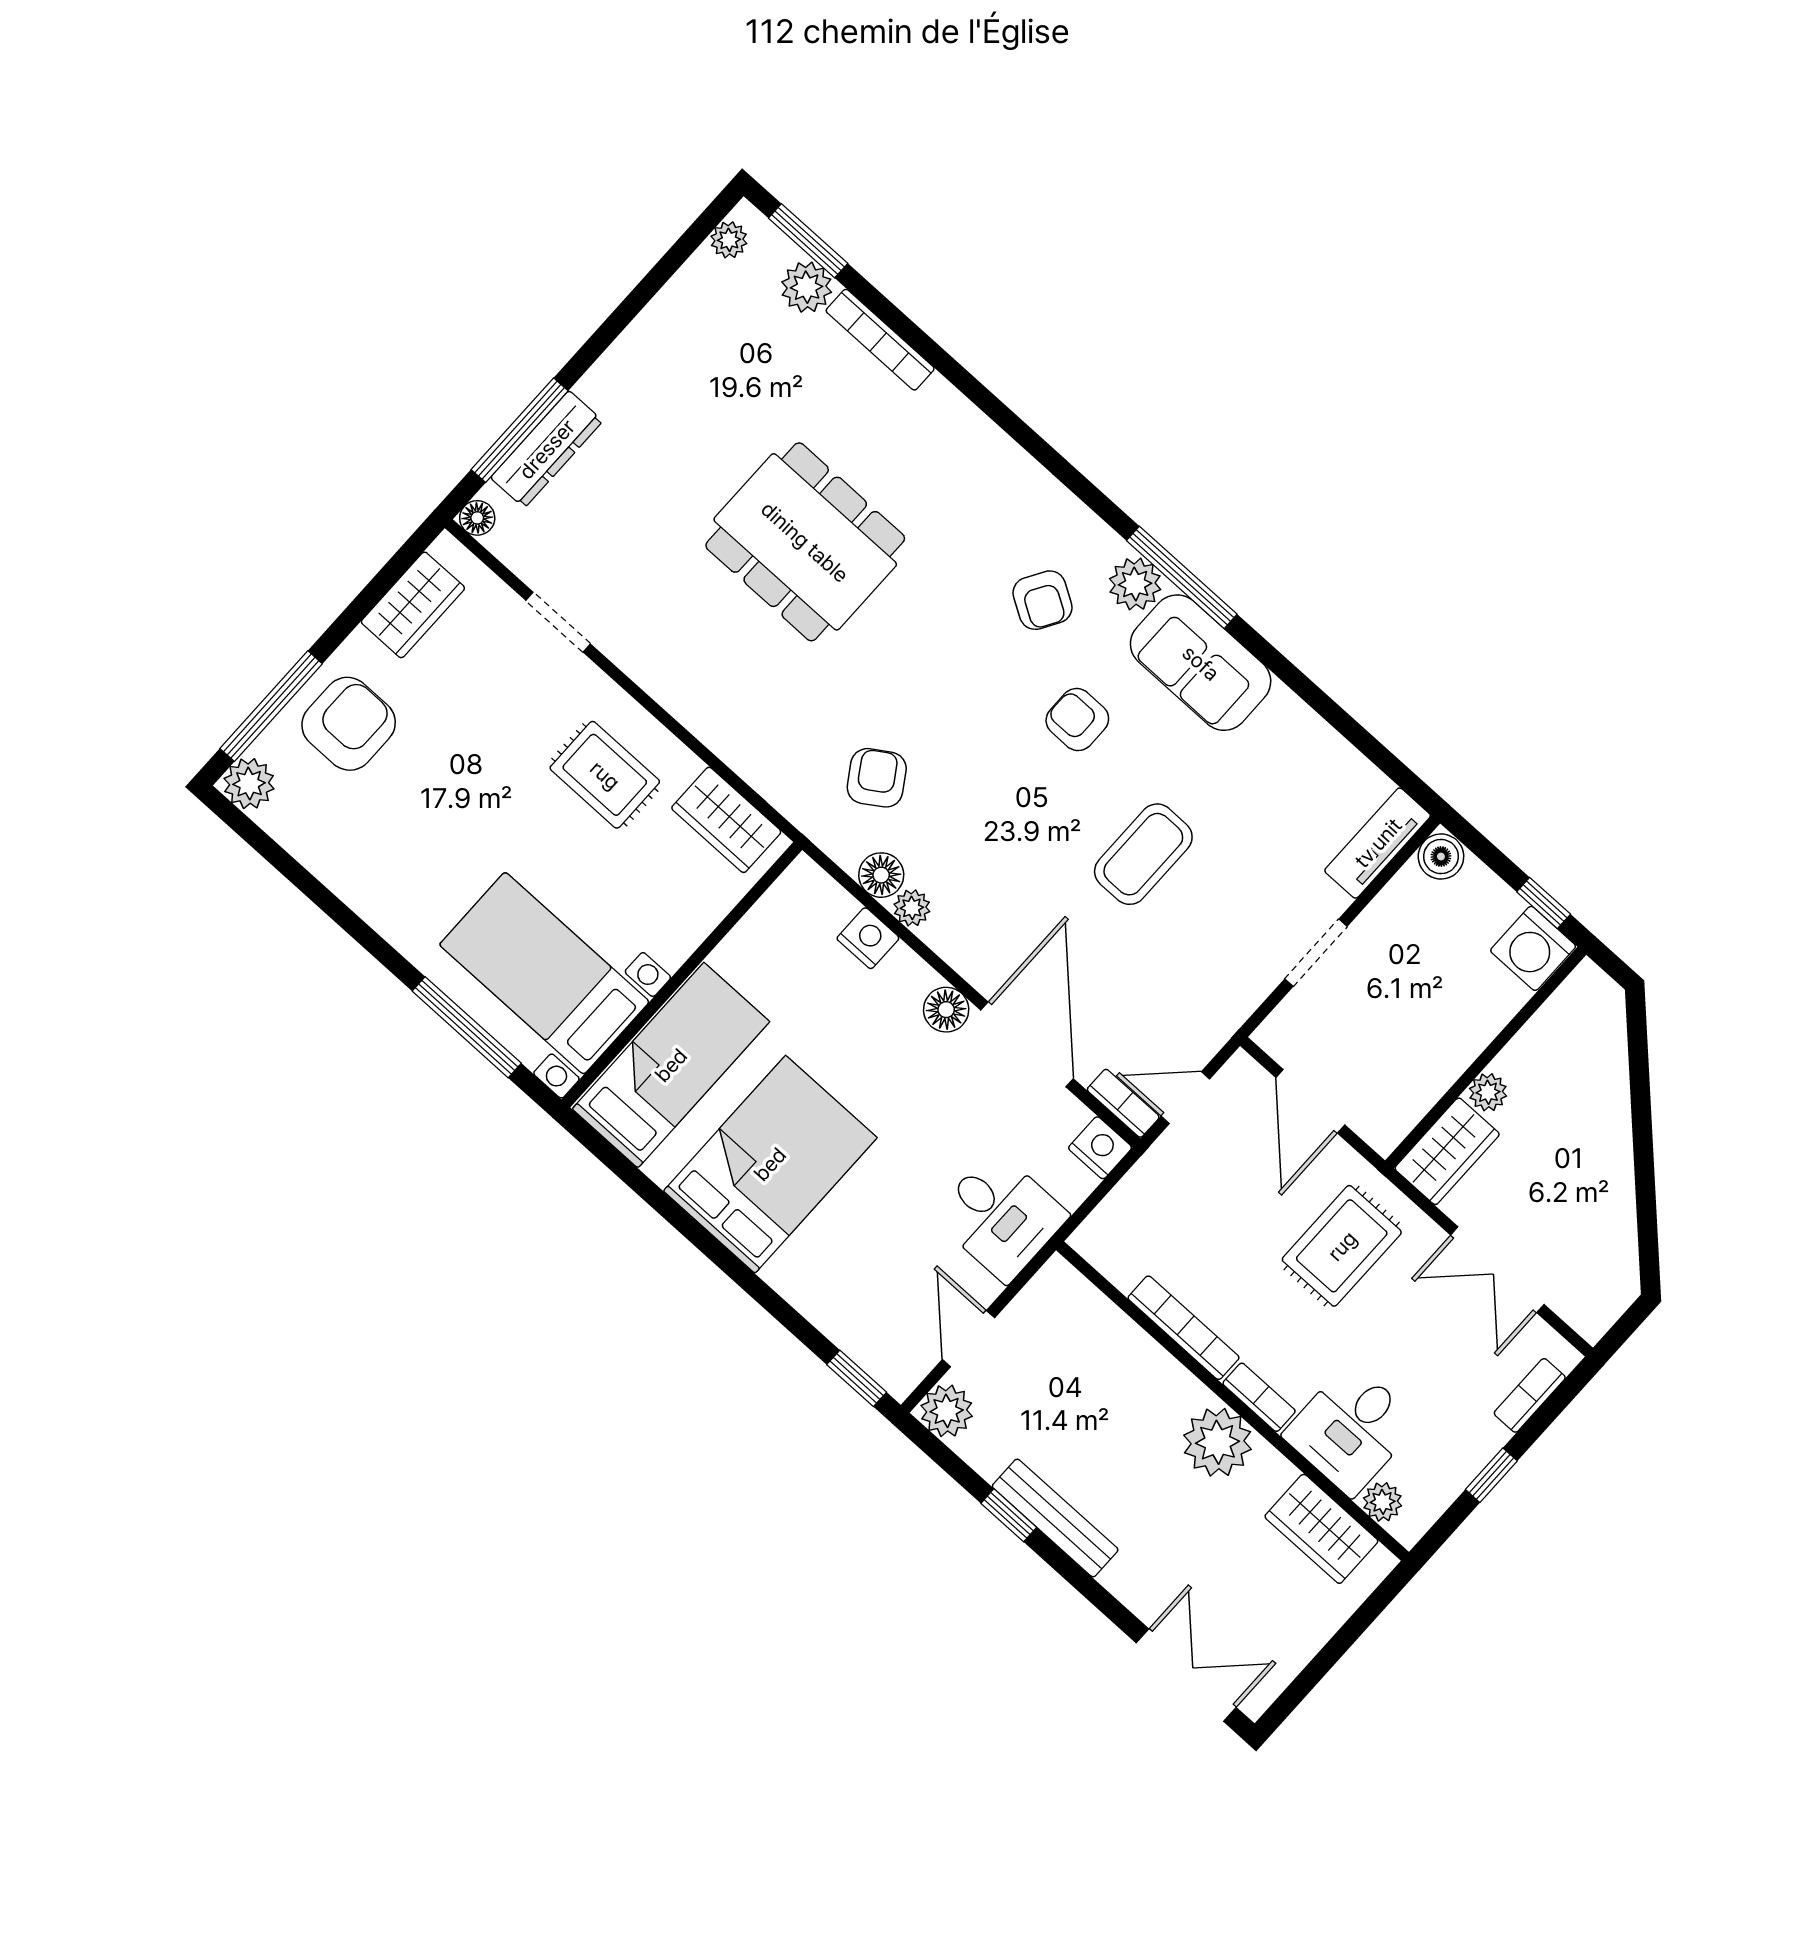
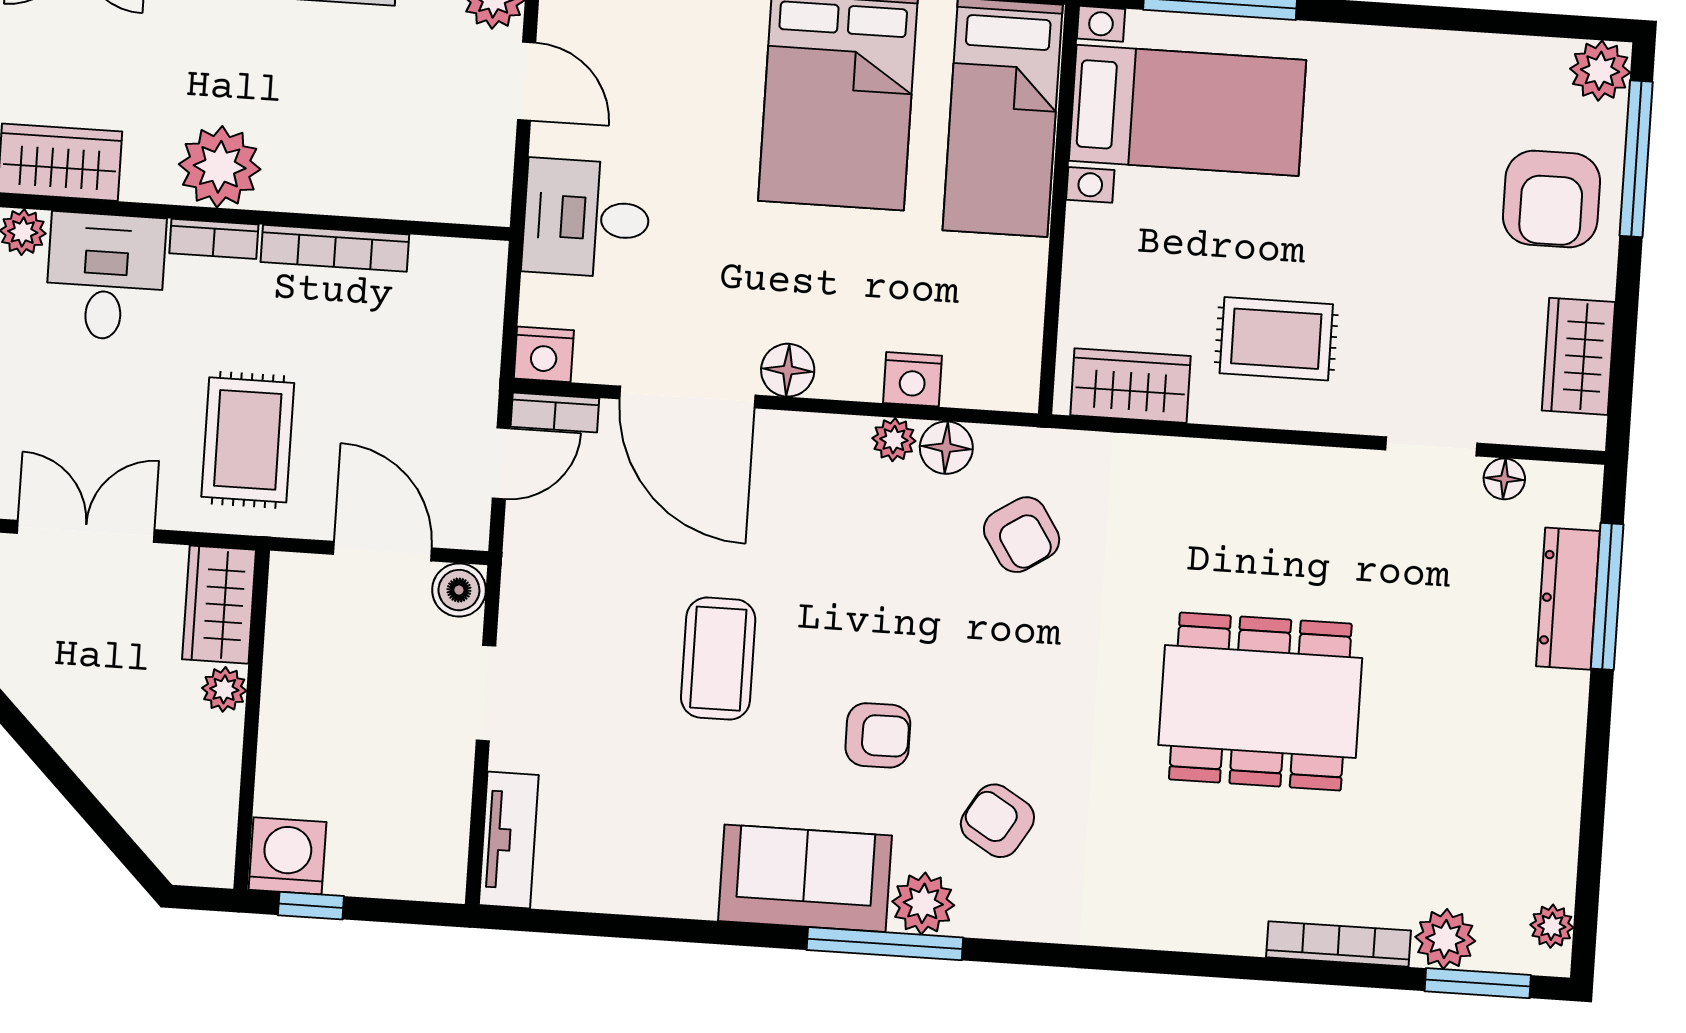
floor lamp: (477, 518) -> (1504, 479), moved
boiler: (1441, 857) -> (459, 590), moved

